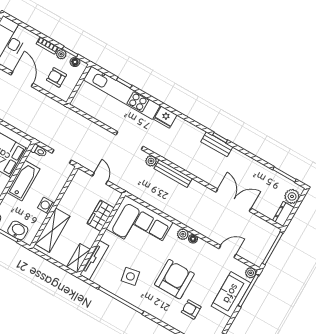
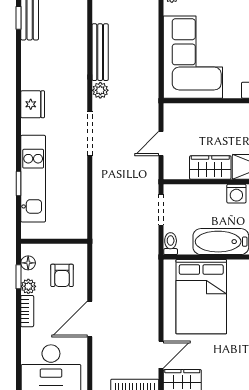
kitchen unit: (122, 93) -> (33, 179), width x0.73
wardrobe: (101, 216) -> (210, 168), moved, turned 180

